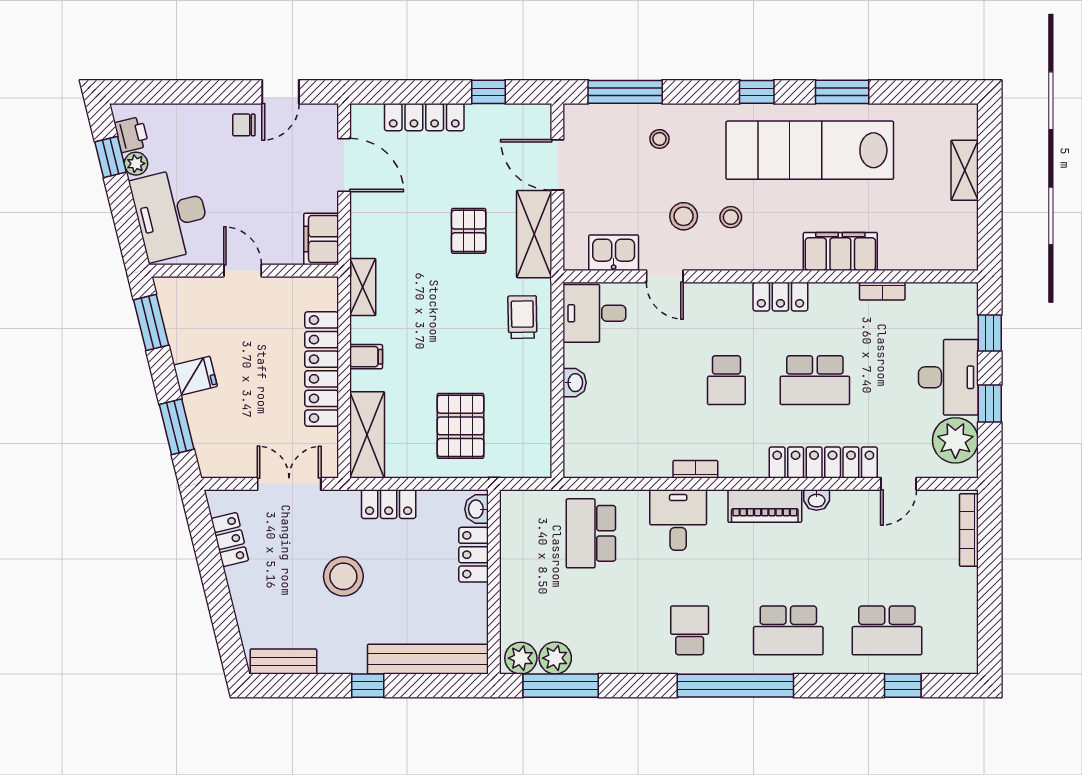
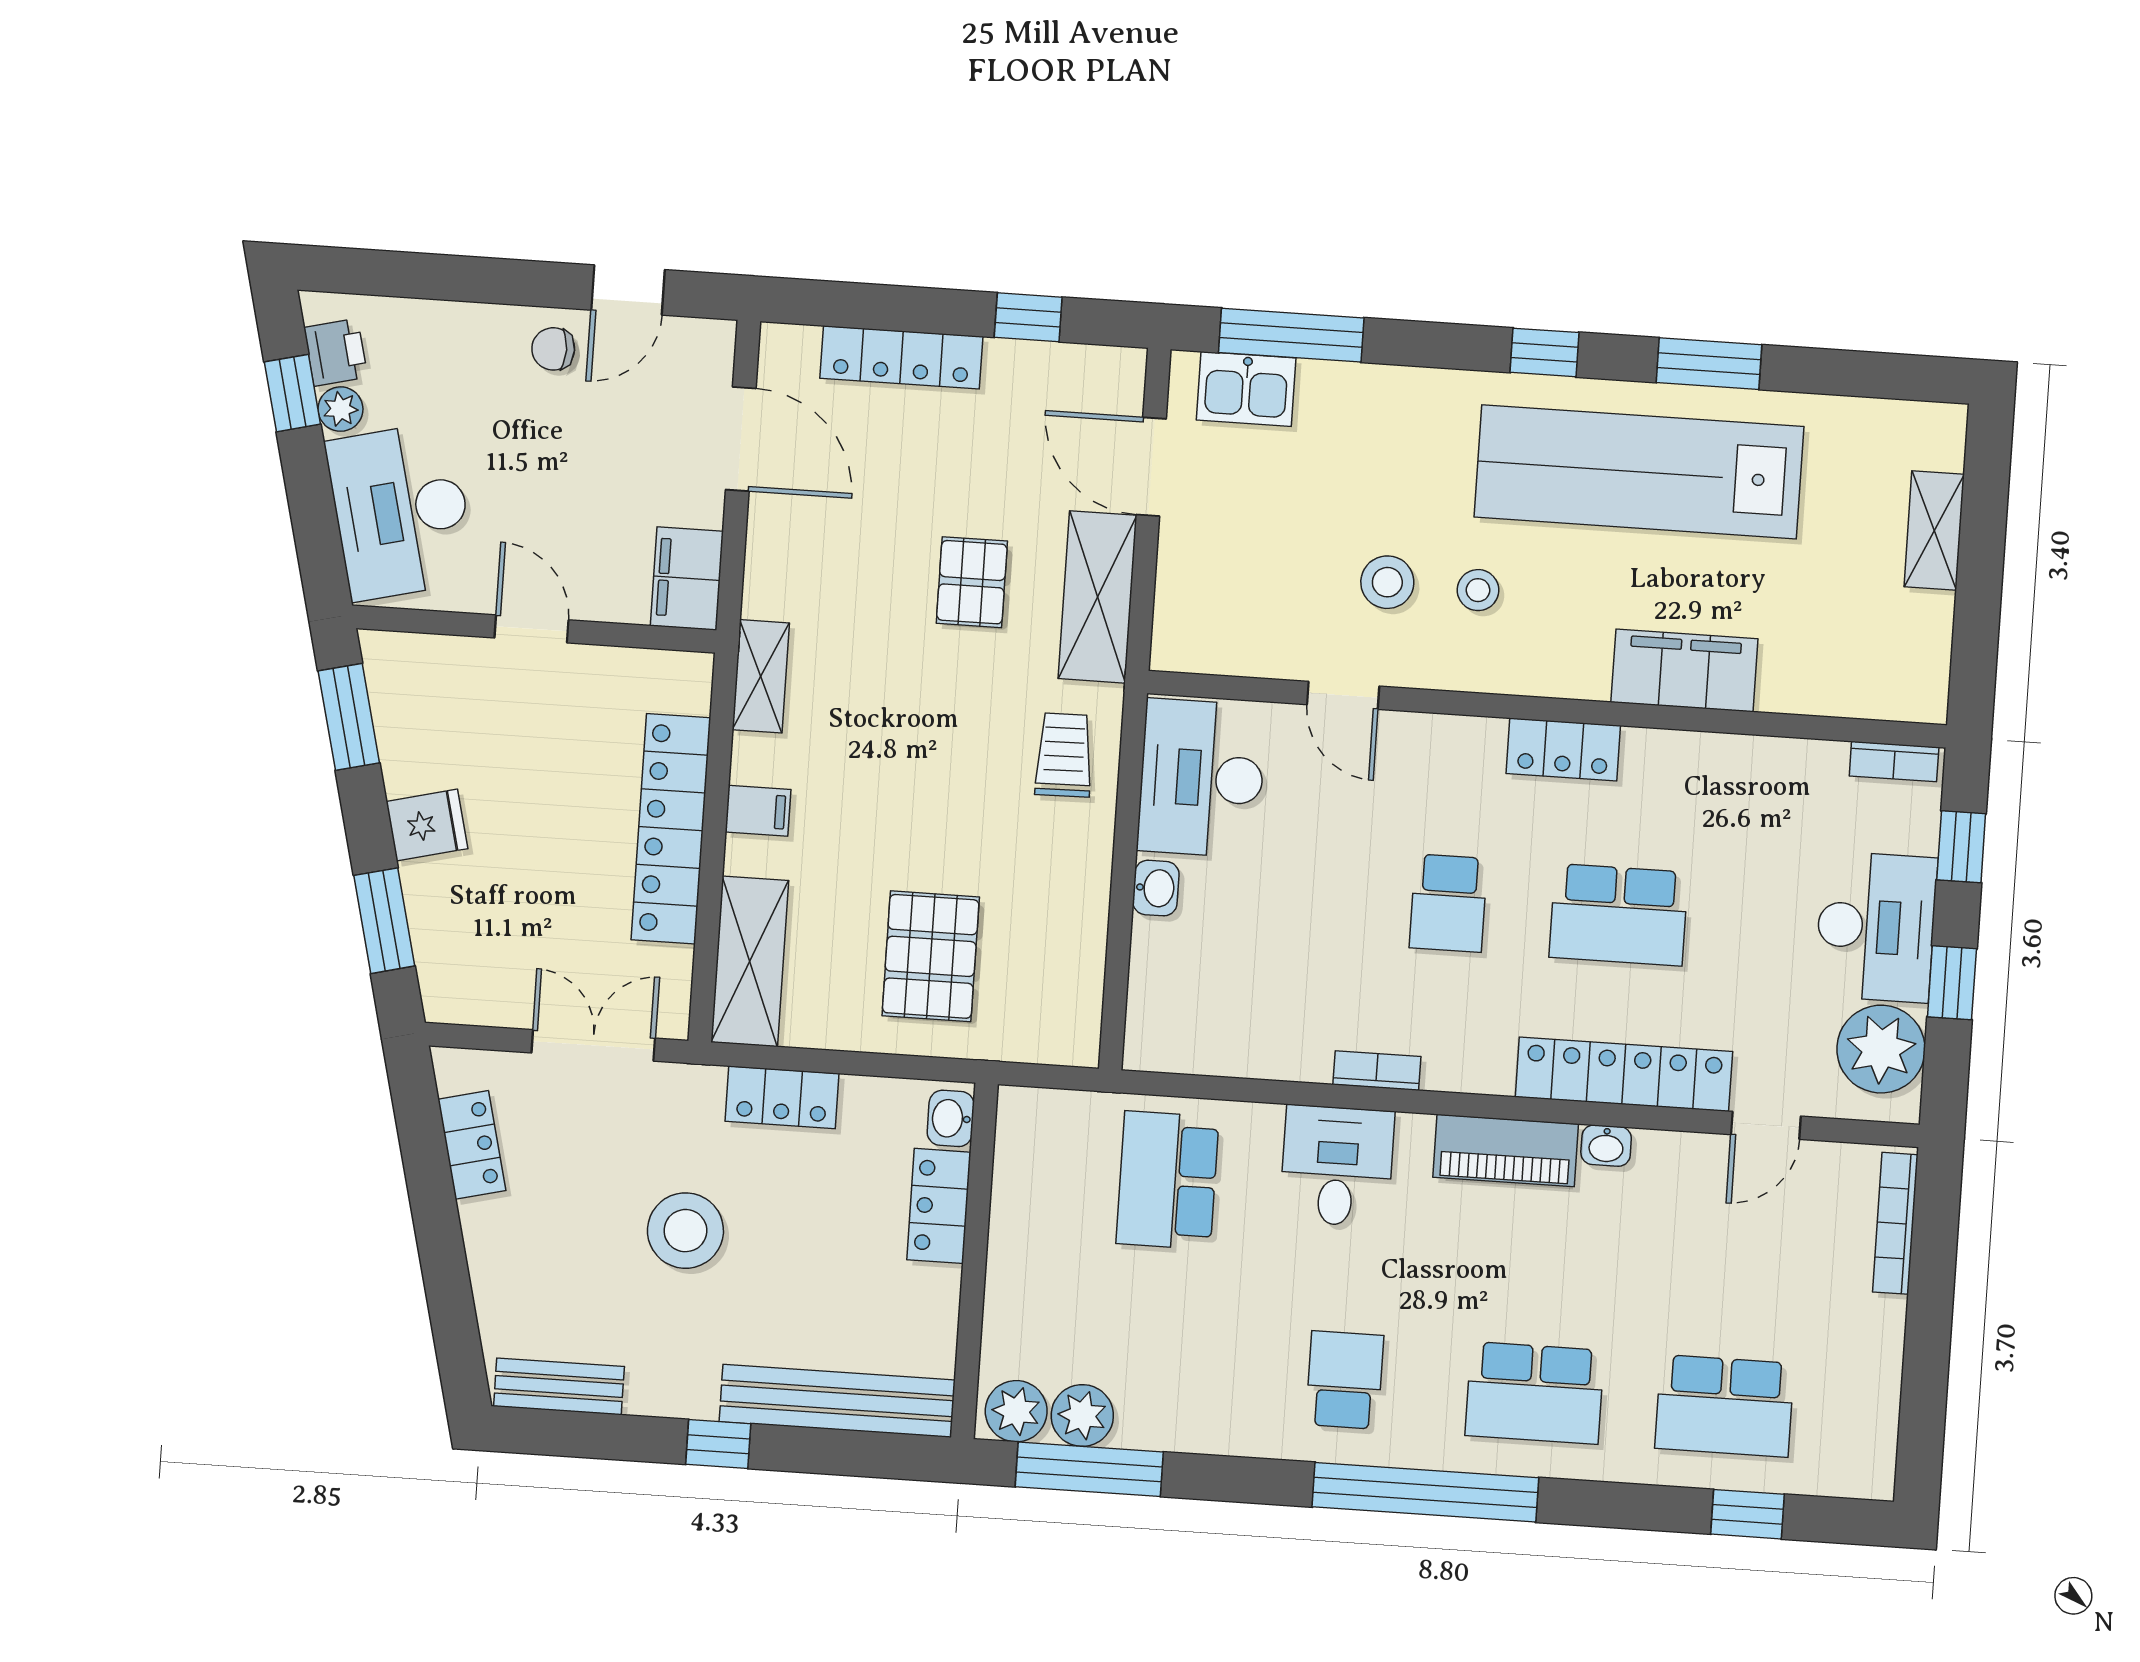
stool: (659, 139) -> (1351, 430), removed
kitchen sink: (614, 253) -> (1246, 389), moved, turned 180
bookcase: (882, 291) -> (1894, 762), moved
desk: (594, 313) -> (1202, 778), width x1.37

